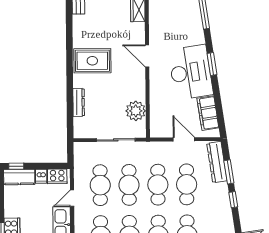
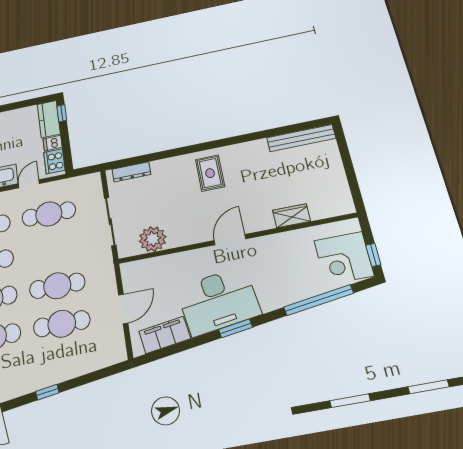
rug: (92, 61) -> (210, 173), width x0.73, depth x0.70
dresser: (79, 102) -> (131, 172), moved
dresser: (217, 162) -> (97, 360), removed
window: (229, 172) -> (86, 379), removed
cafe table: (129, 185) -> (53, 249), removed
door: (72, 198) -> (29, 184), hinge flipped

